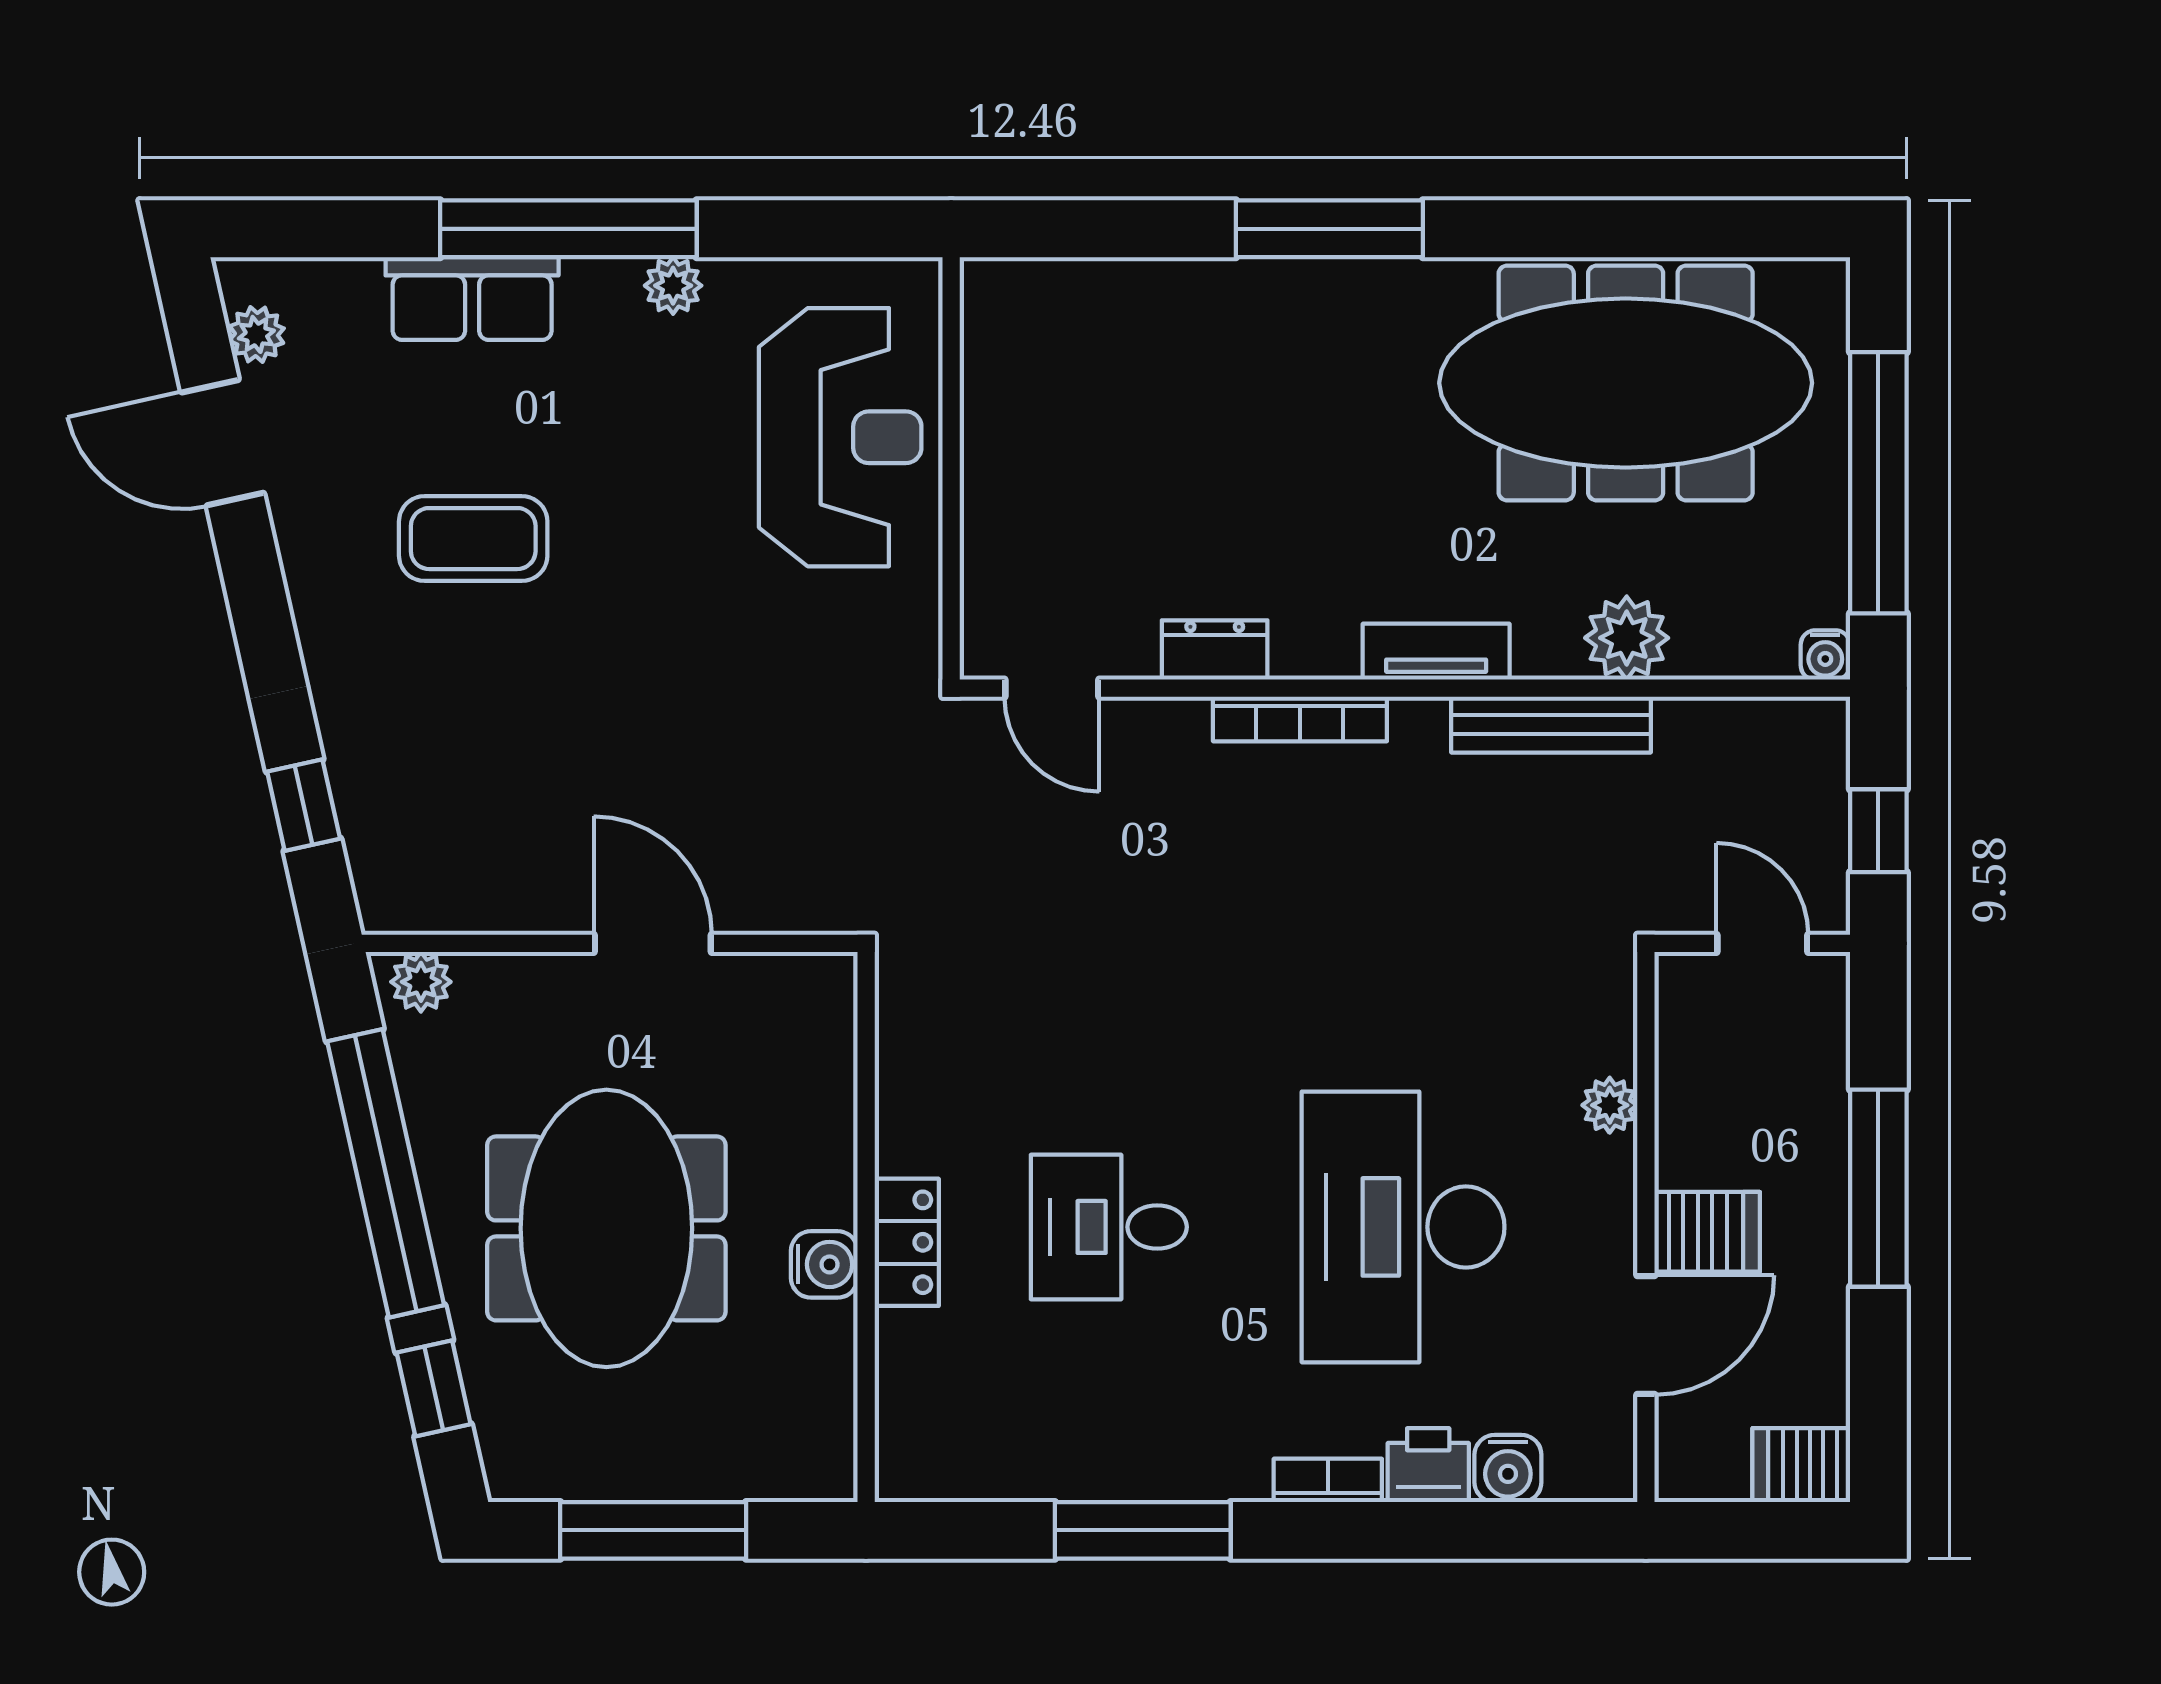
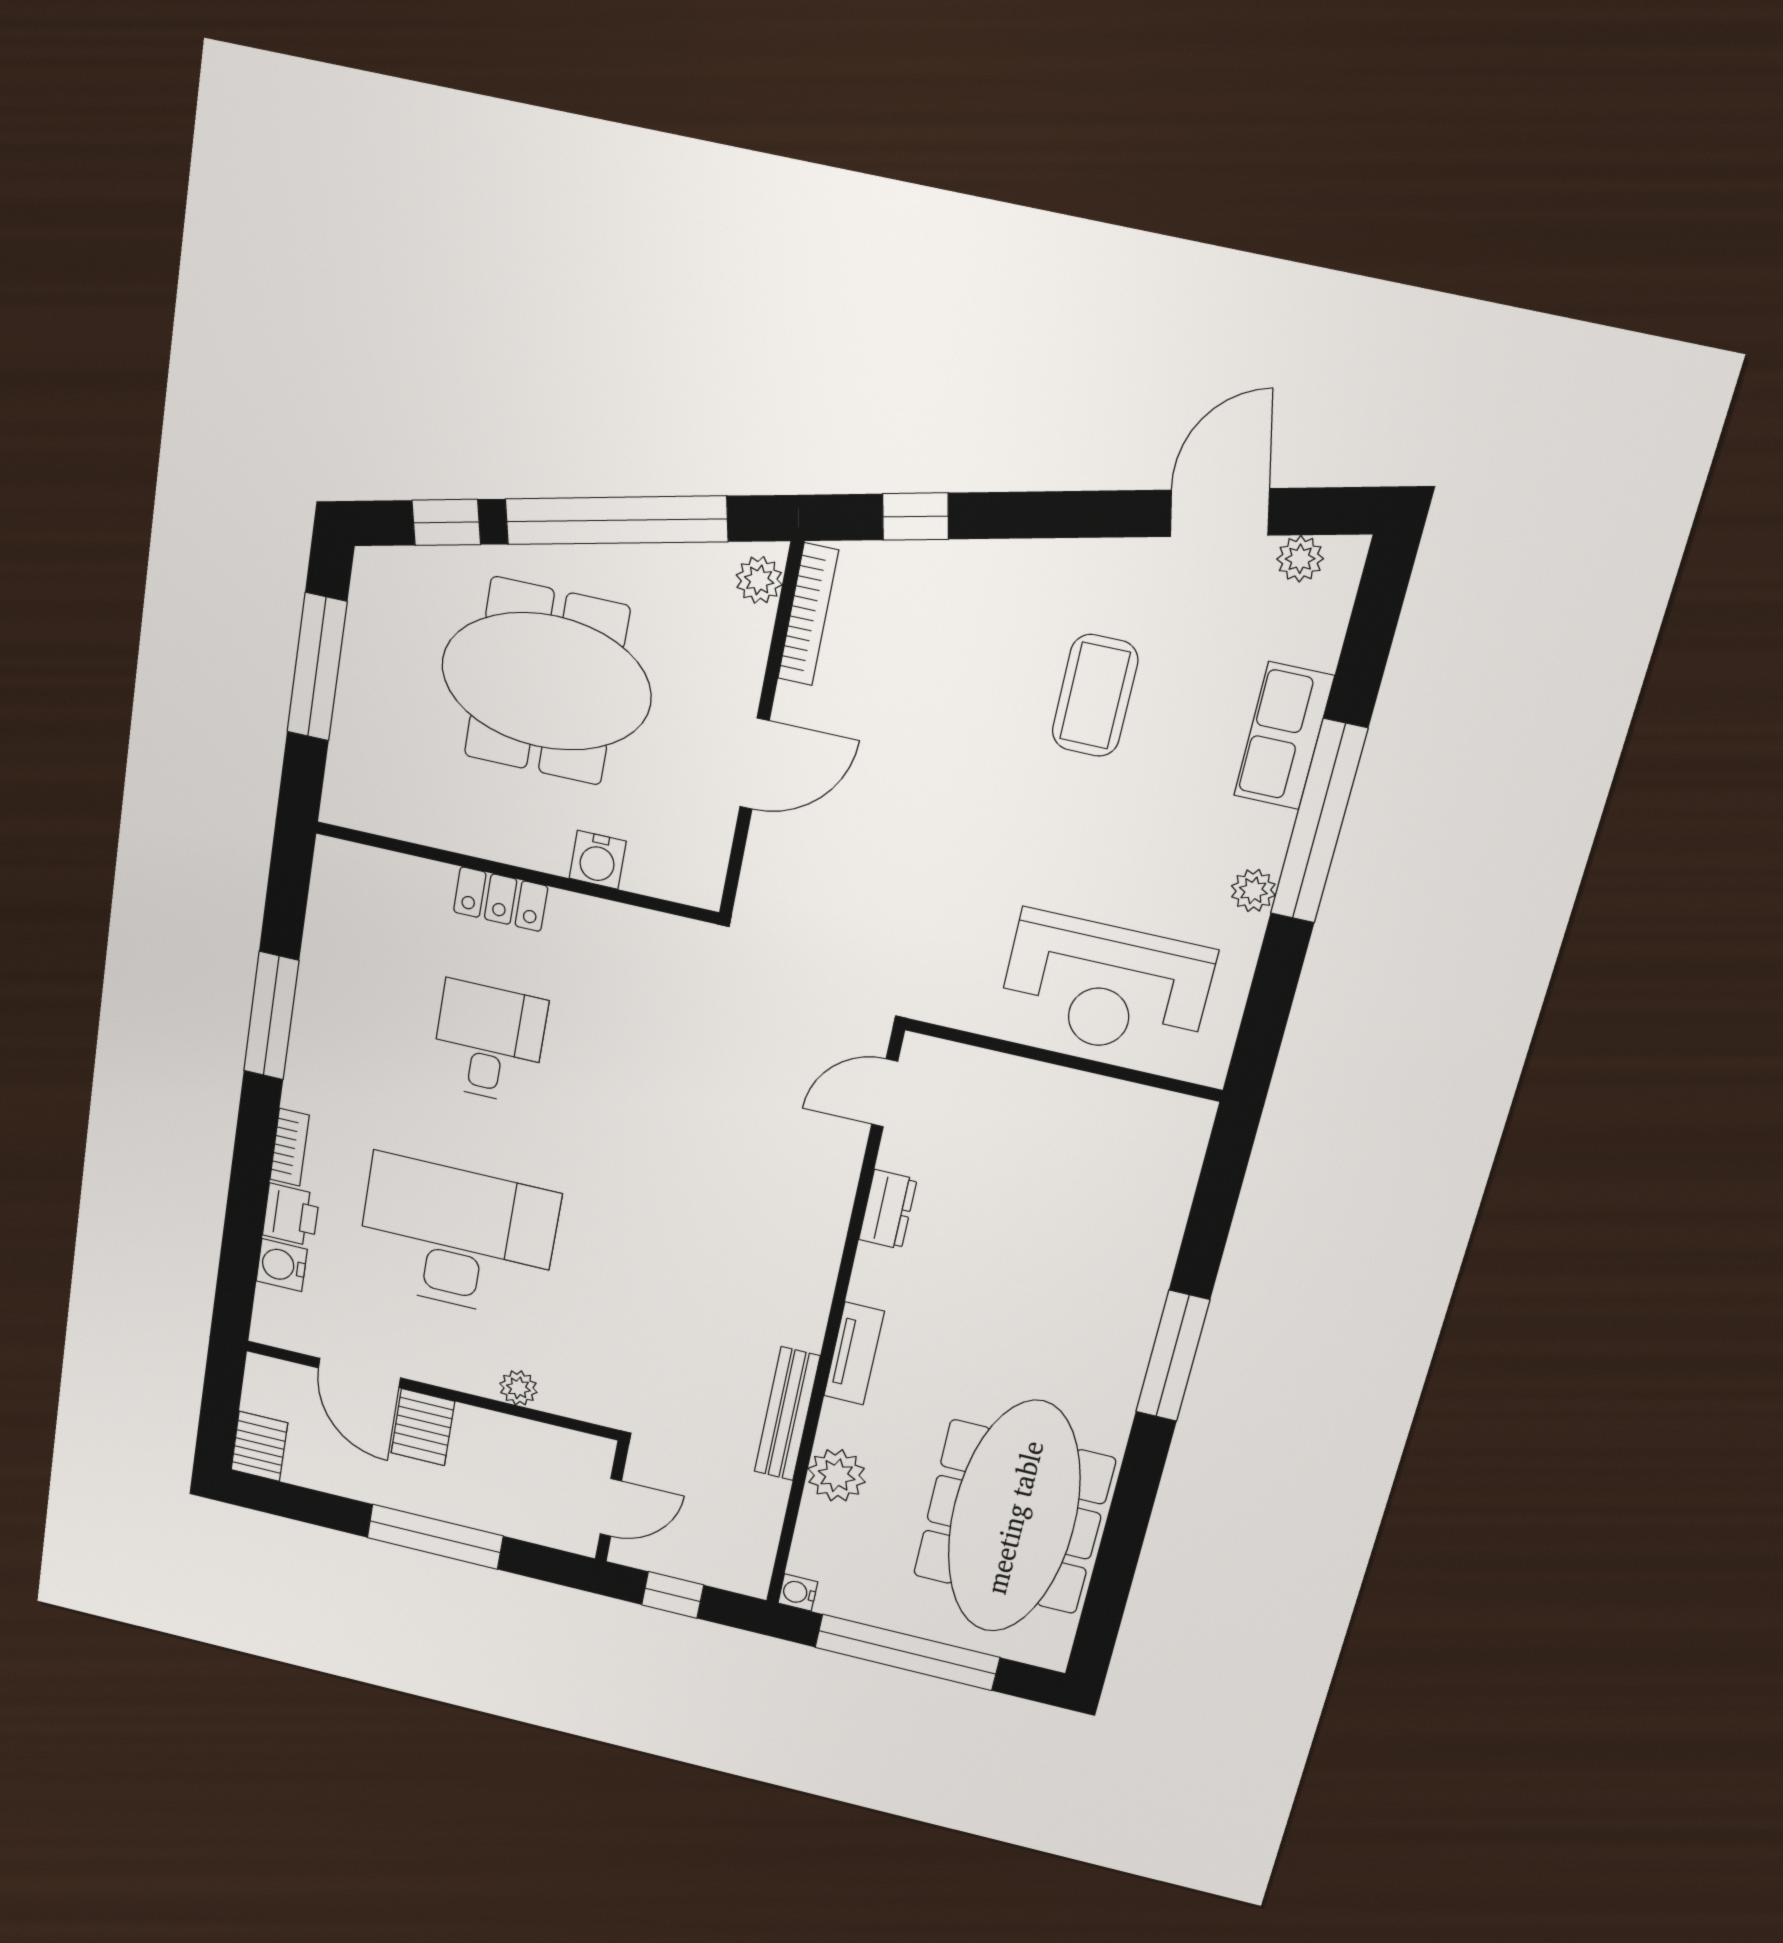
bookcase: (1300, 719) -> (808, 615), moved, turned 180
water cooler: (824, 1264) -> (598, 860), moved

